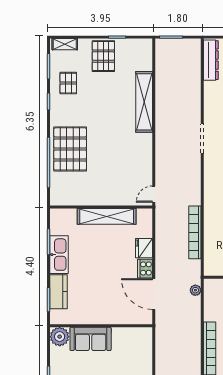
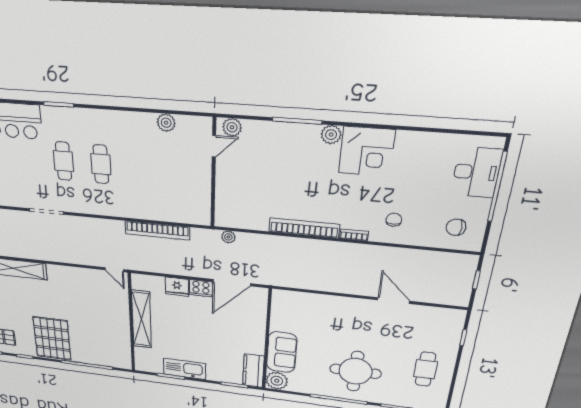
pallet: (70, 149) -> (52, 339), moved, turned 90
kitchen counter: (59, 292) -> (253, 371), moved, turned -90

